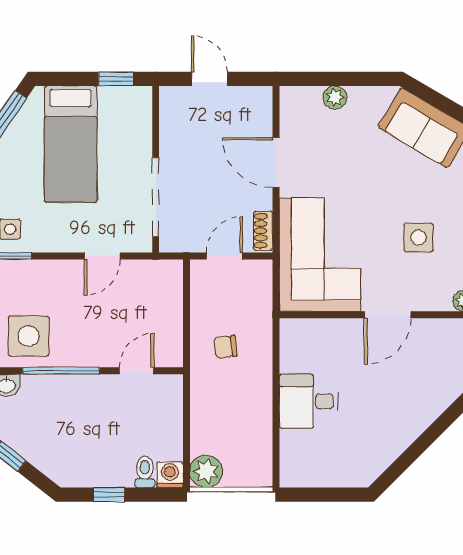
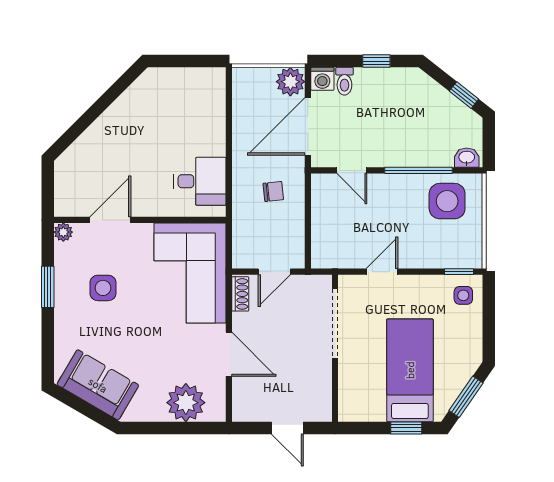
window: (116, 79) -> (406, 428), moved
plant: (335, 97) -> (186, 403), width x1.87, depth x1.87
door: (388, 315) -> (110, 220), moved
door: (136, 371) -> (352, 170), hinge flipped
desk: (309, 401) -> (200, 181), moved
door: (186, 421) -> (308, 126), added

